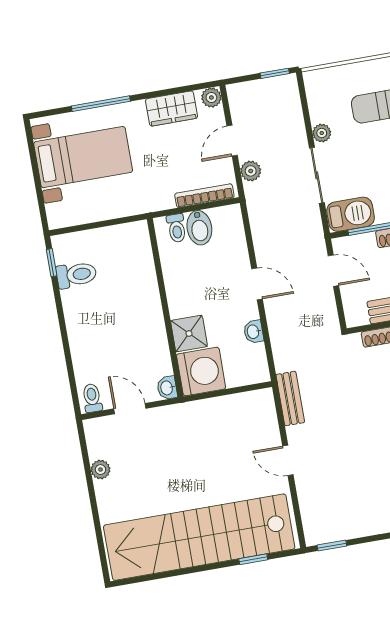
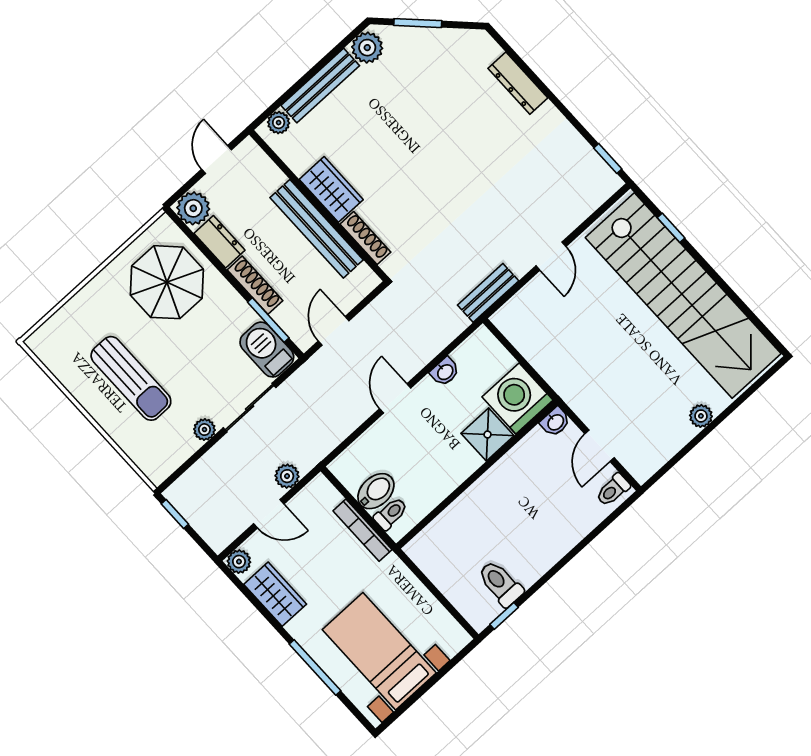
bookcase: (204, 196) -> (363, 530), moved
plant: (100, 470) -> (701, 416), moved

